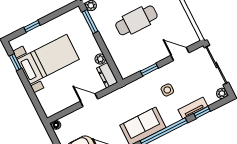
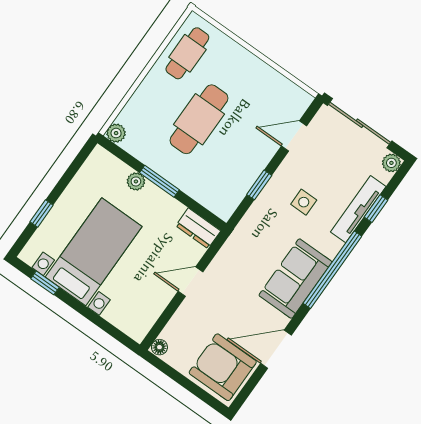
window: (90, 22) -> (159, 181), moved
plant: (100, 59) -> (136, 181), moved
tv unit: (193, 108) -> (358, 209), width x1.41

